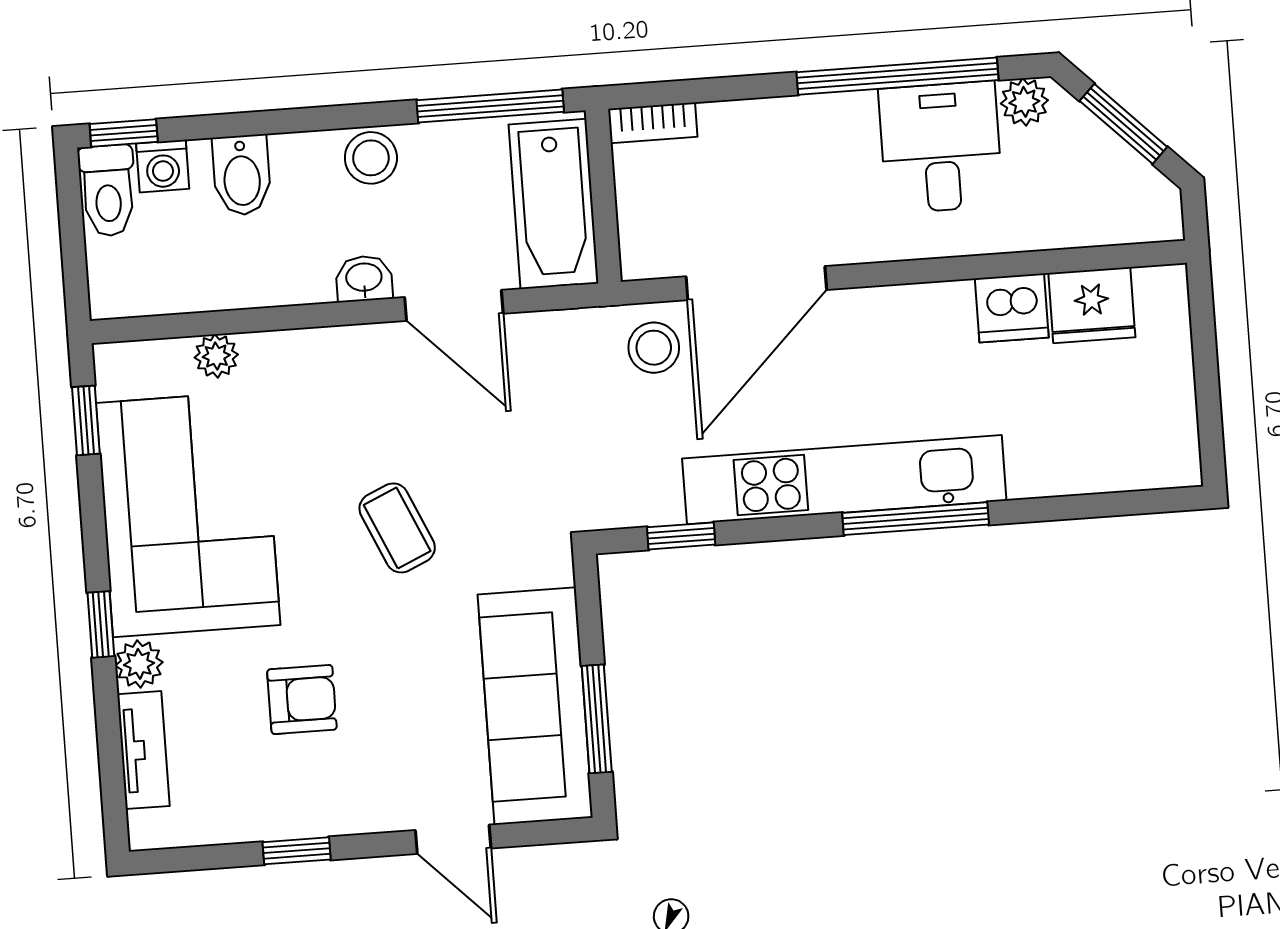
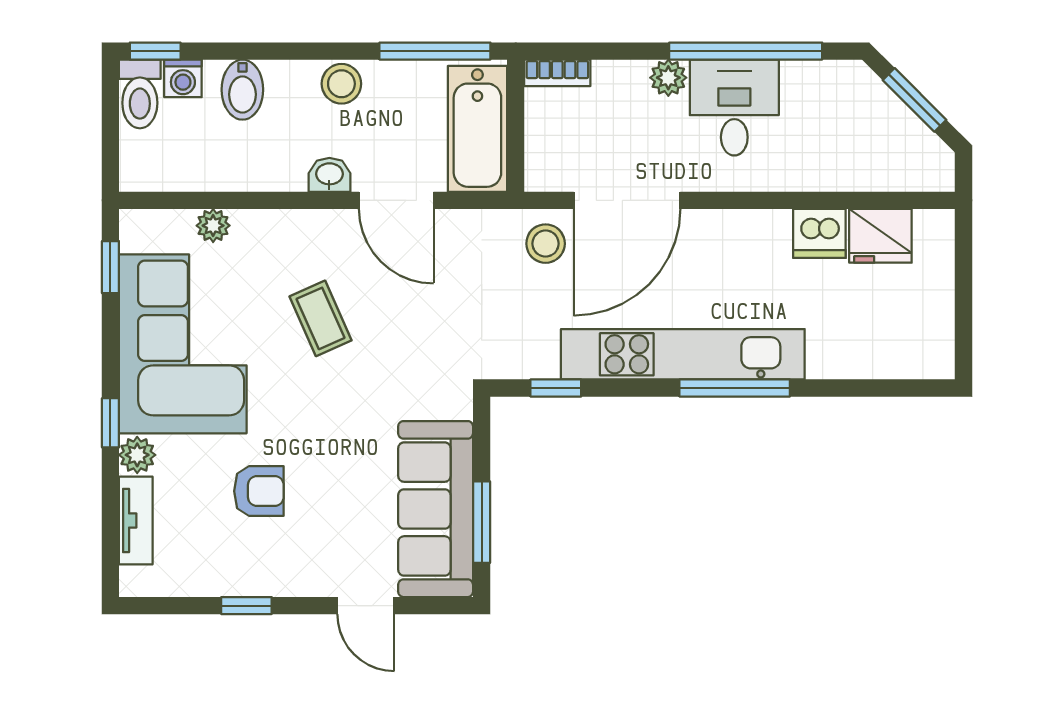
plant: (1024, 102) -> (668, 78), moved
desk: (941, 147) -> (734, 108), moved
coffee table: (397, 528) -> (321, 318), moved

